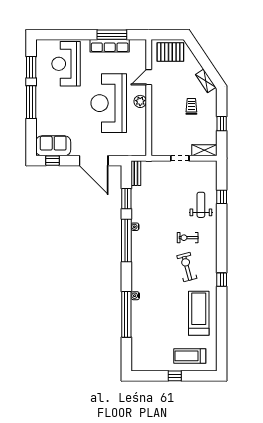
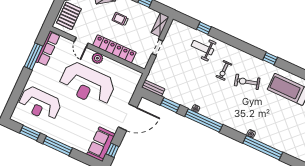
row of seats: (110, 46) -> (48, 48), moved
locker: (158, 115) -> (114, 49), added

